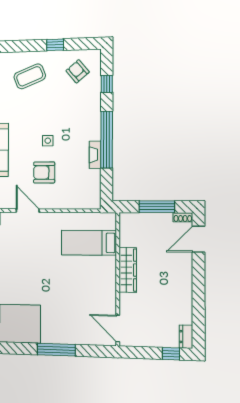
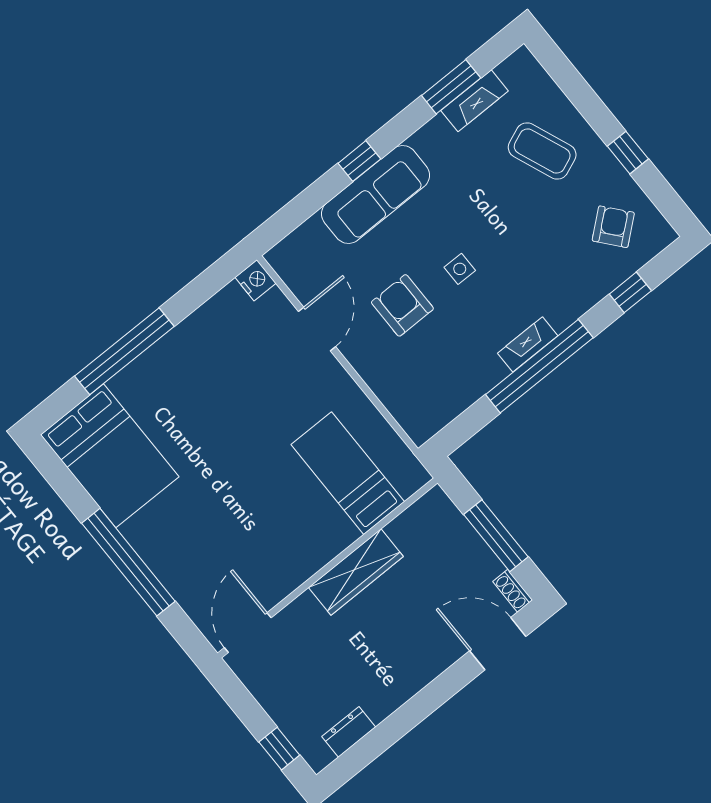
fireplace: (95, 155) -> (528, 344), moved
dresser: (186, 337) -> (349, 732), moved
window: (56, 350) -> (128, 562), width x1.46

